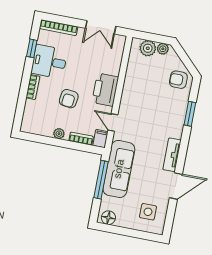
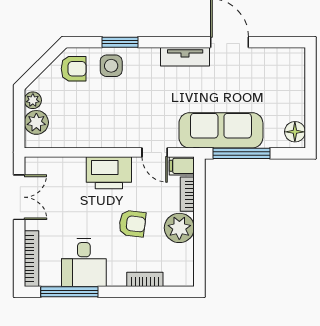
window: (32, 48) -> (69, 292), width x2.17
armchair: (178, 80) -> (74, 69), turned -90
bookcase: (33, 87) -> (145, 279), moved
door: (113, 122) -> (155, 152), hinge flipped
plant: (59, 134) -> (179, 228), width x1.88, depth x1.88
side table: (148, 212) -> (111, 66), moved

